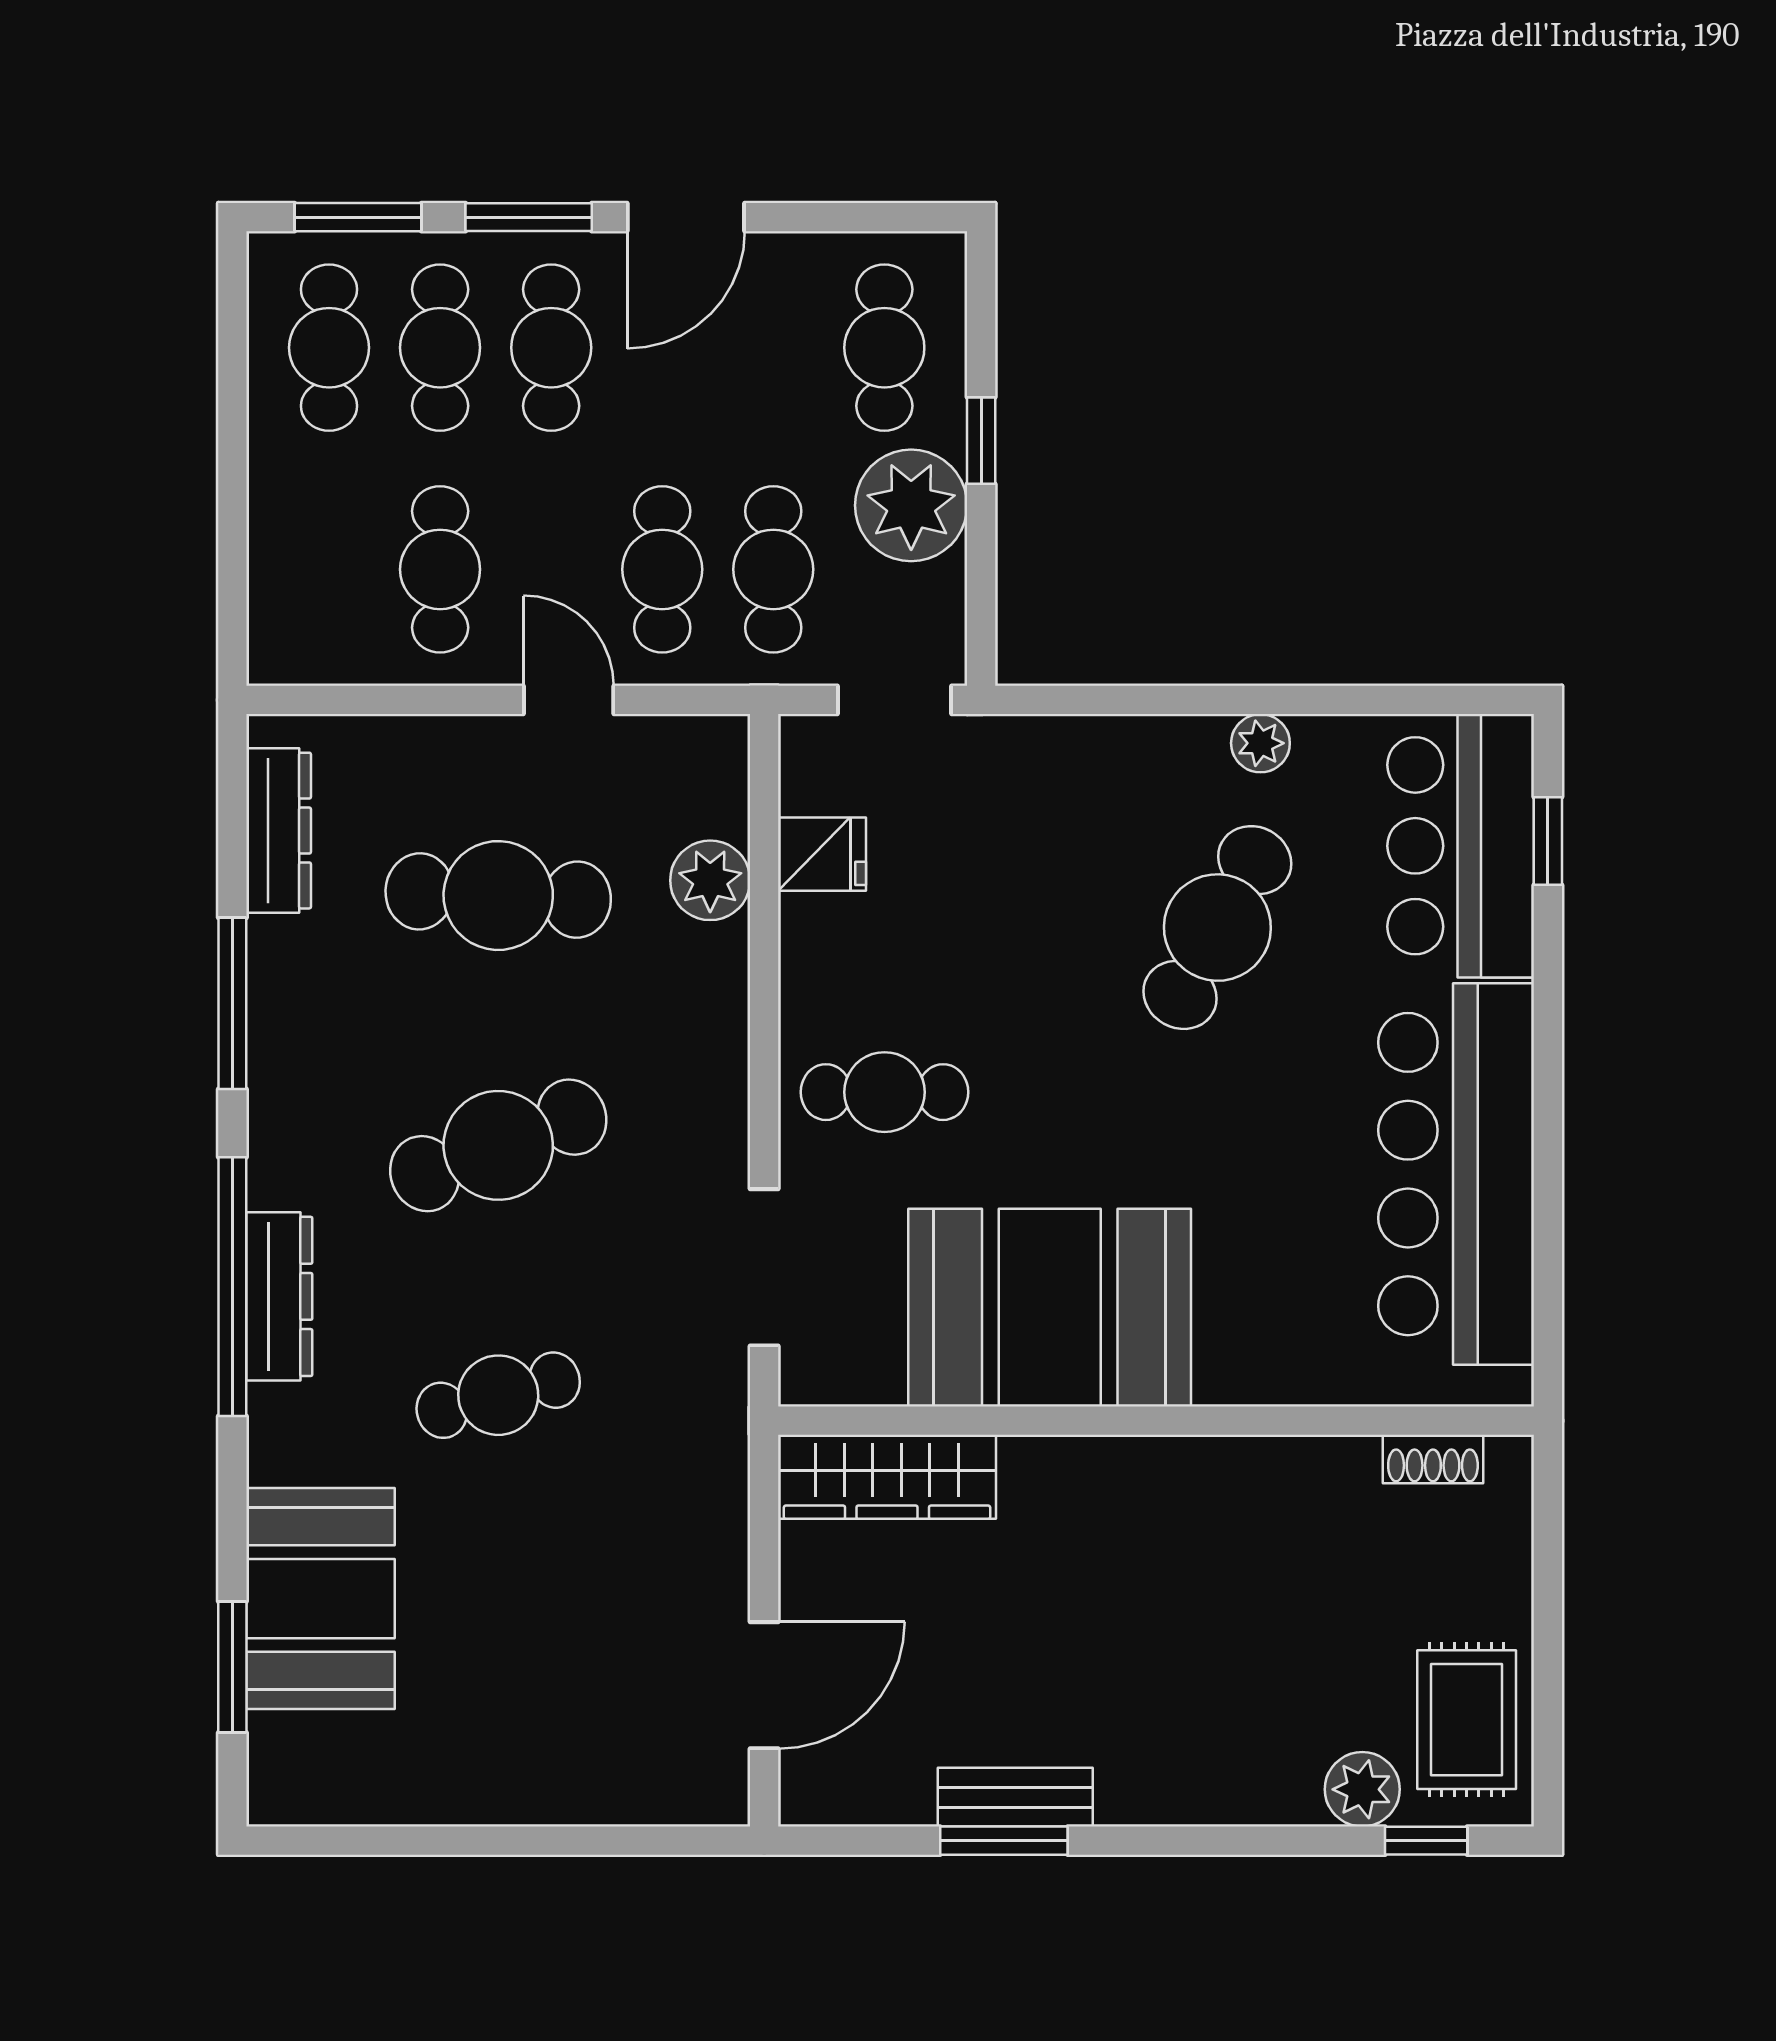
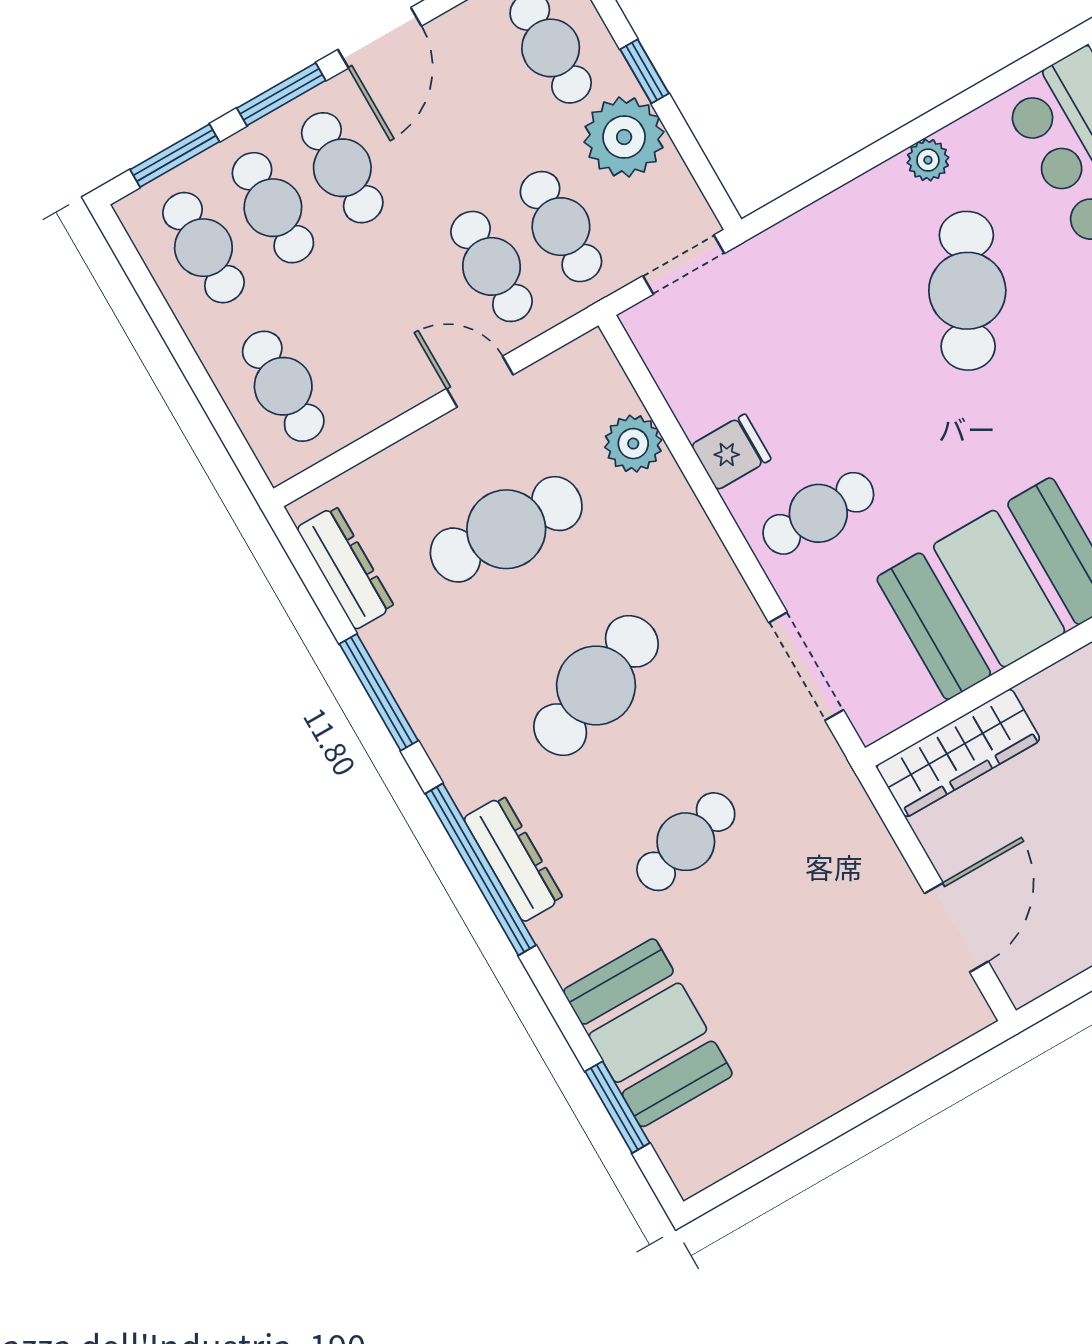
cafe table: (440, 569) -> (283, 386), moved
fridge: (822, 854) -> (731, 452), moved

